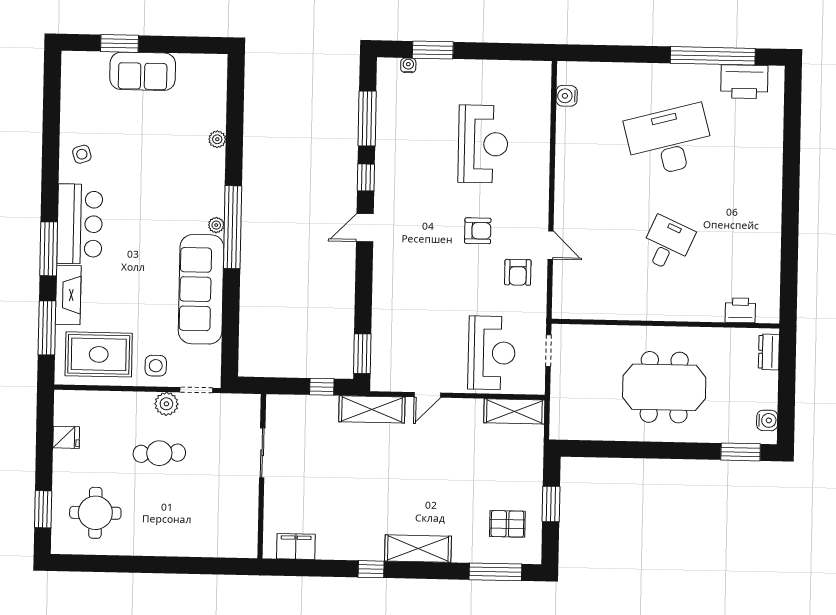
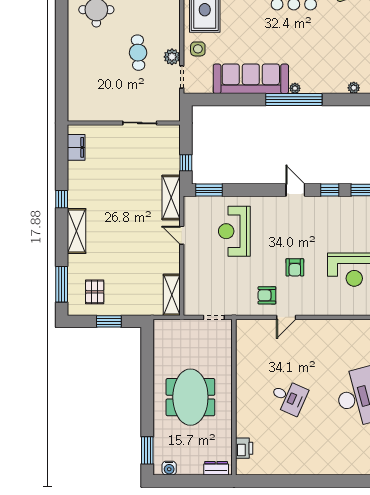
reception desk: (492, 353) -> (234, 231), moved, turned 90

